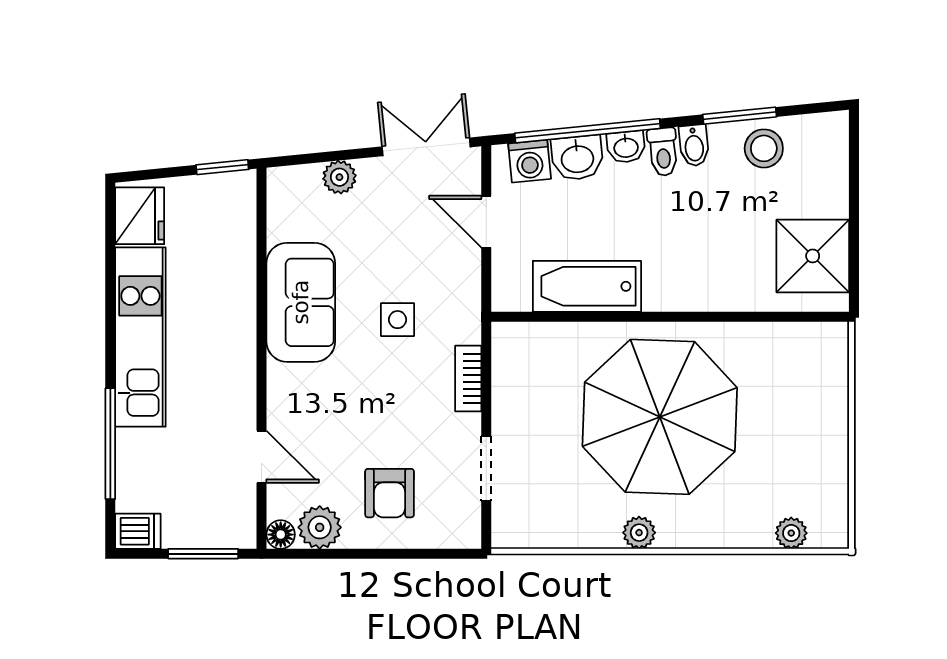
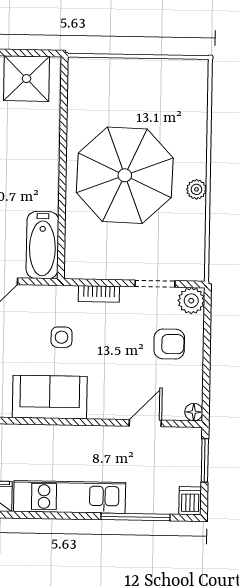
bathtub: (587, 286) -> (42, 245), moved
plant: (320, 527) -> (191, 301), moved
plant: (791, 533) -> (198, 95), removed

